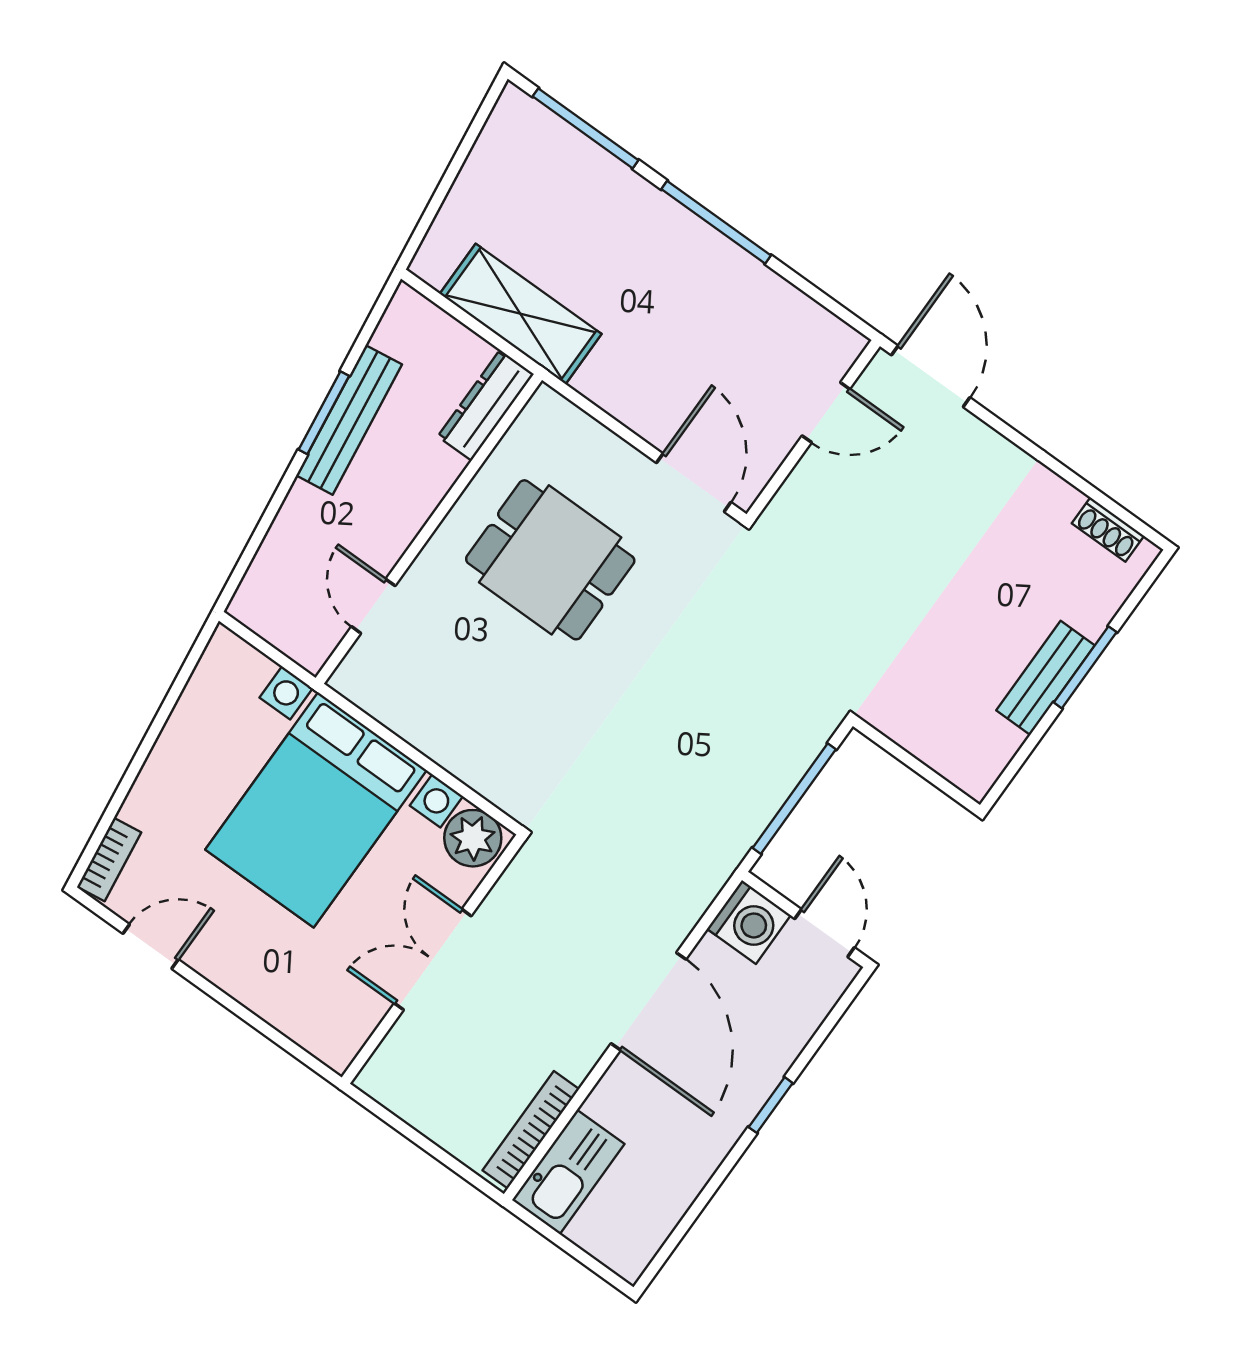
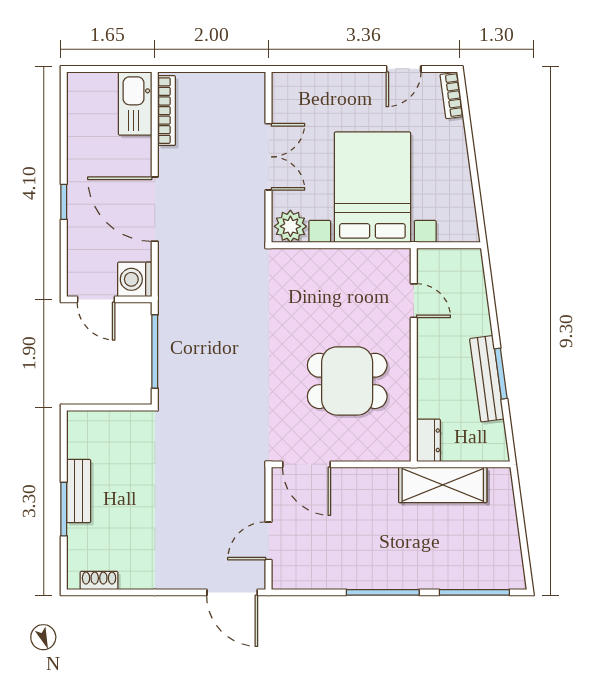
dresser: (486, 405) -> (428, 440), width x0.70

